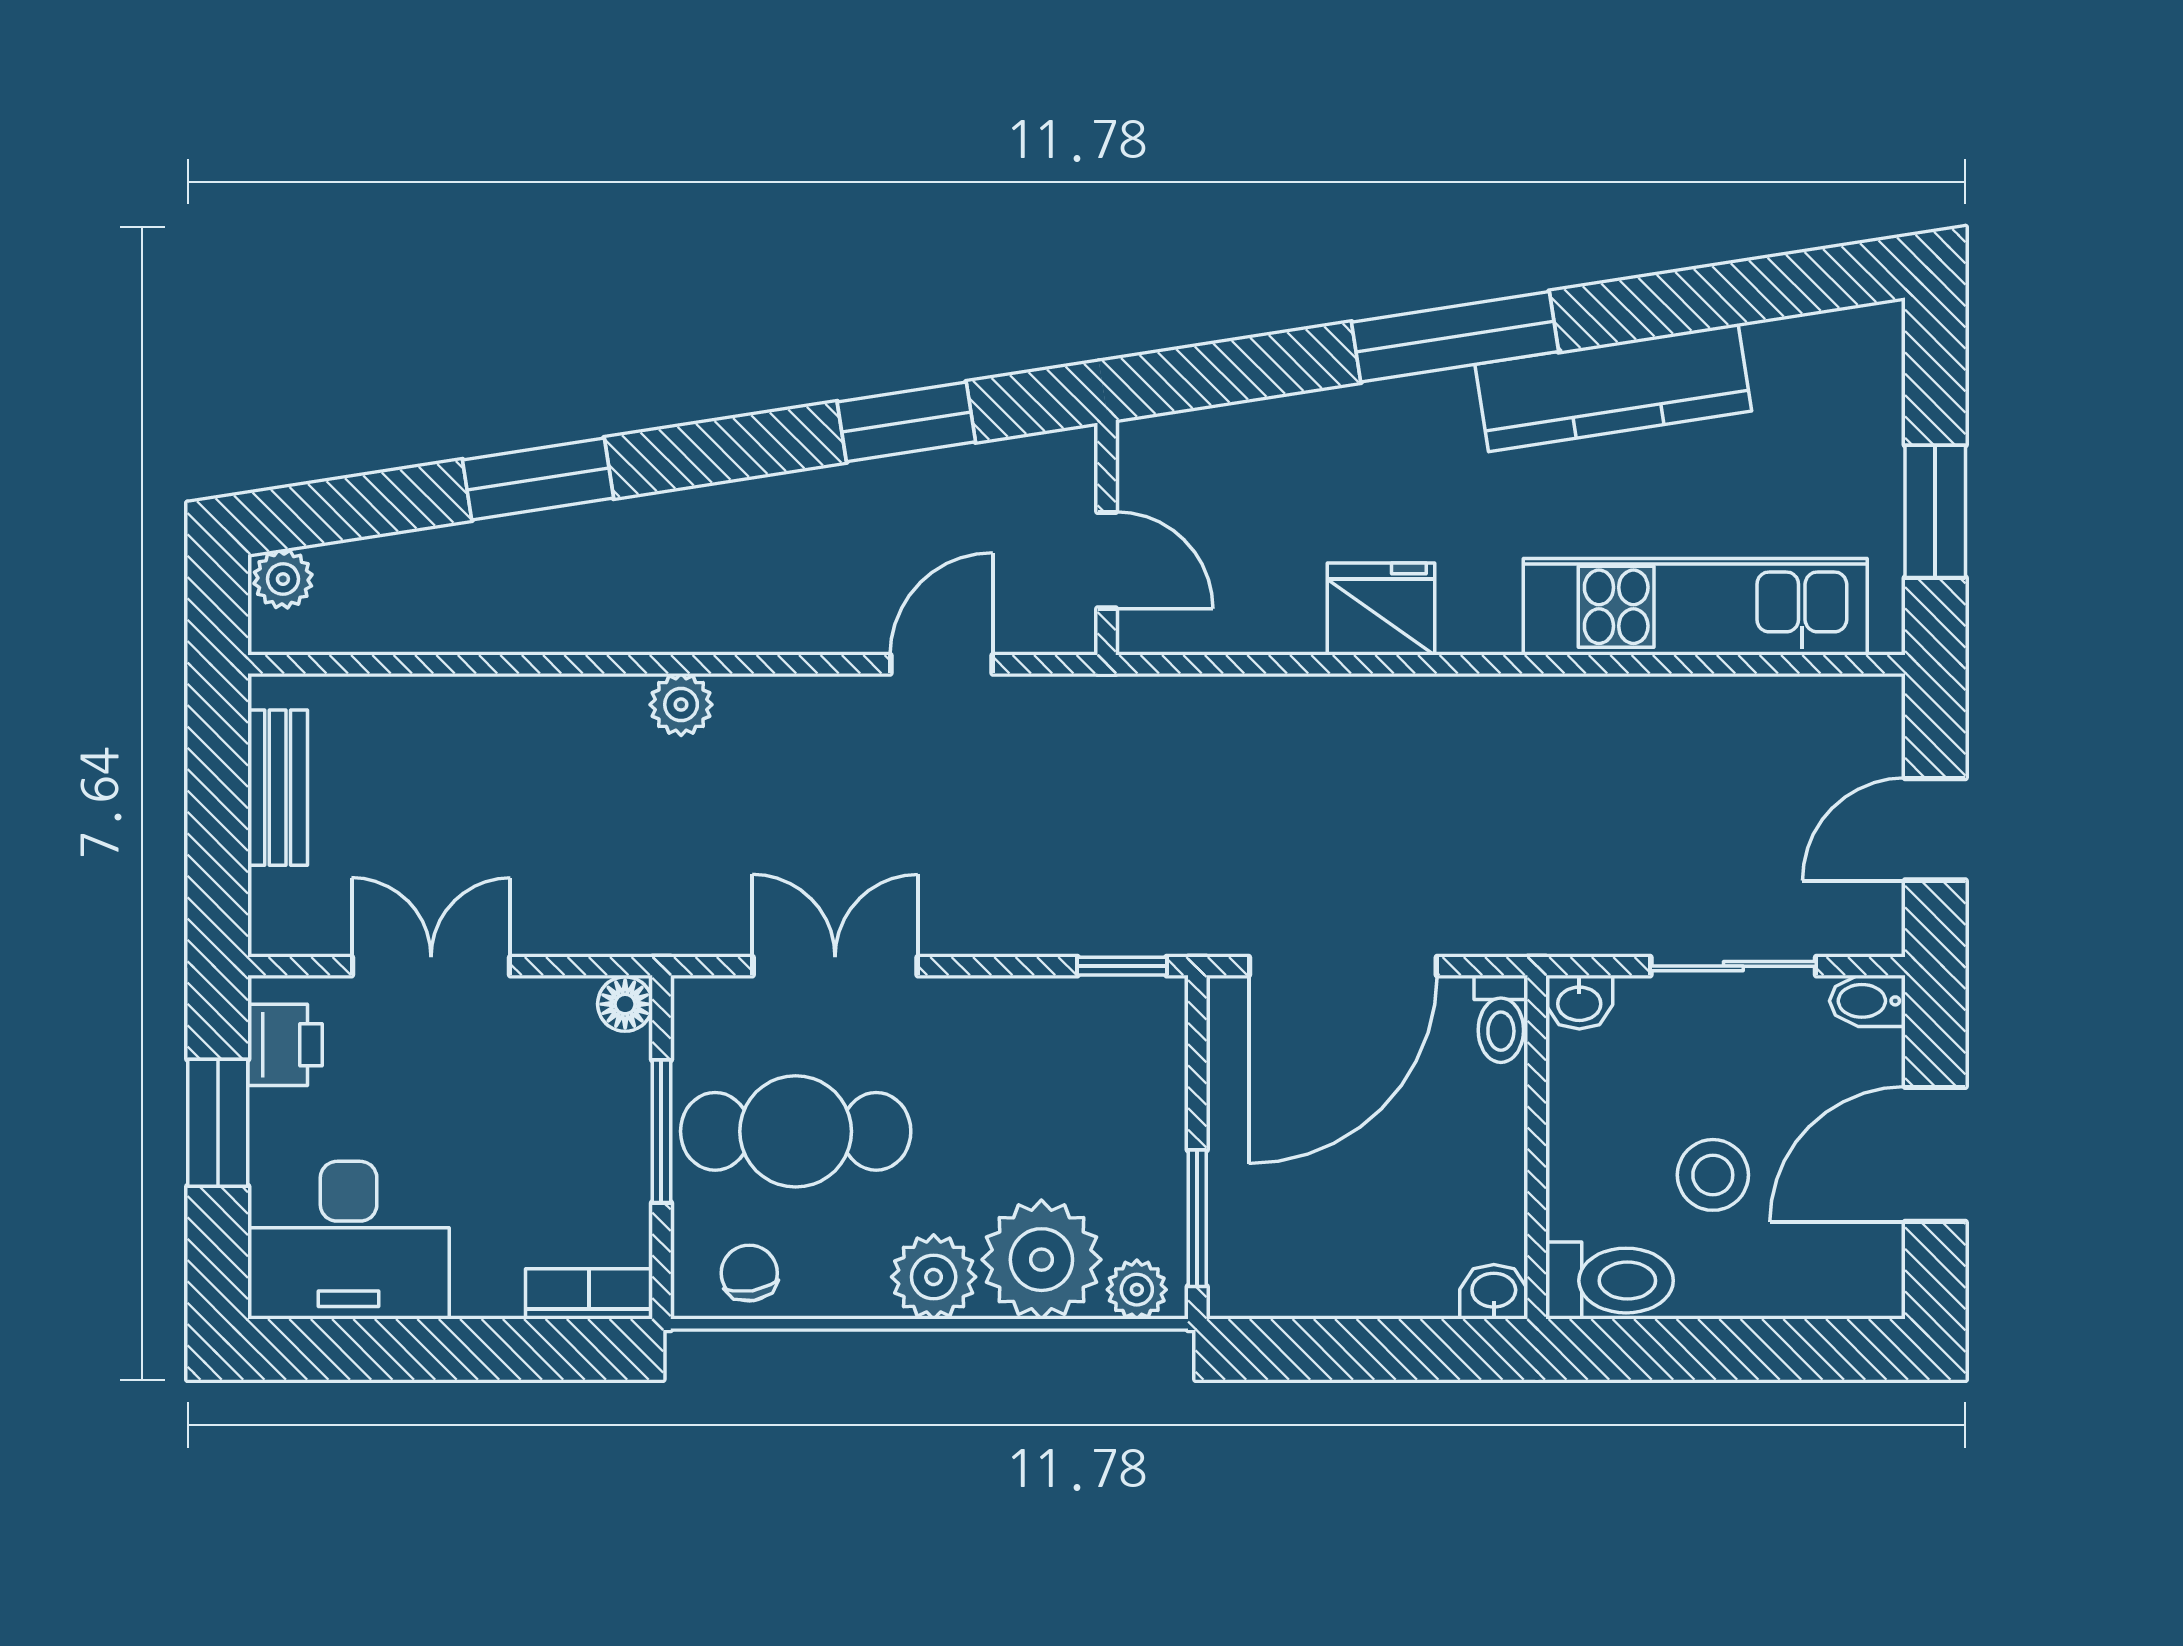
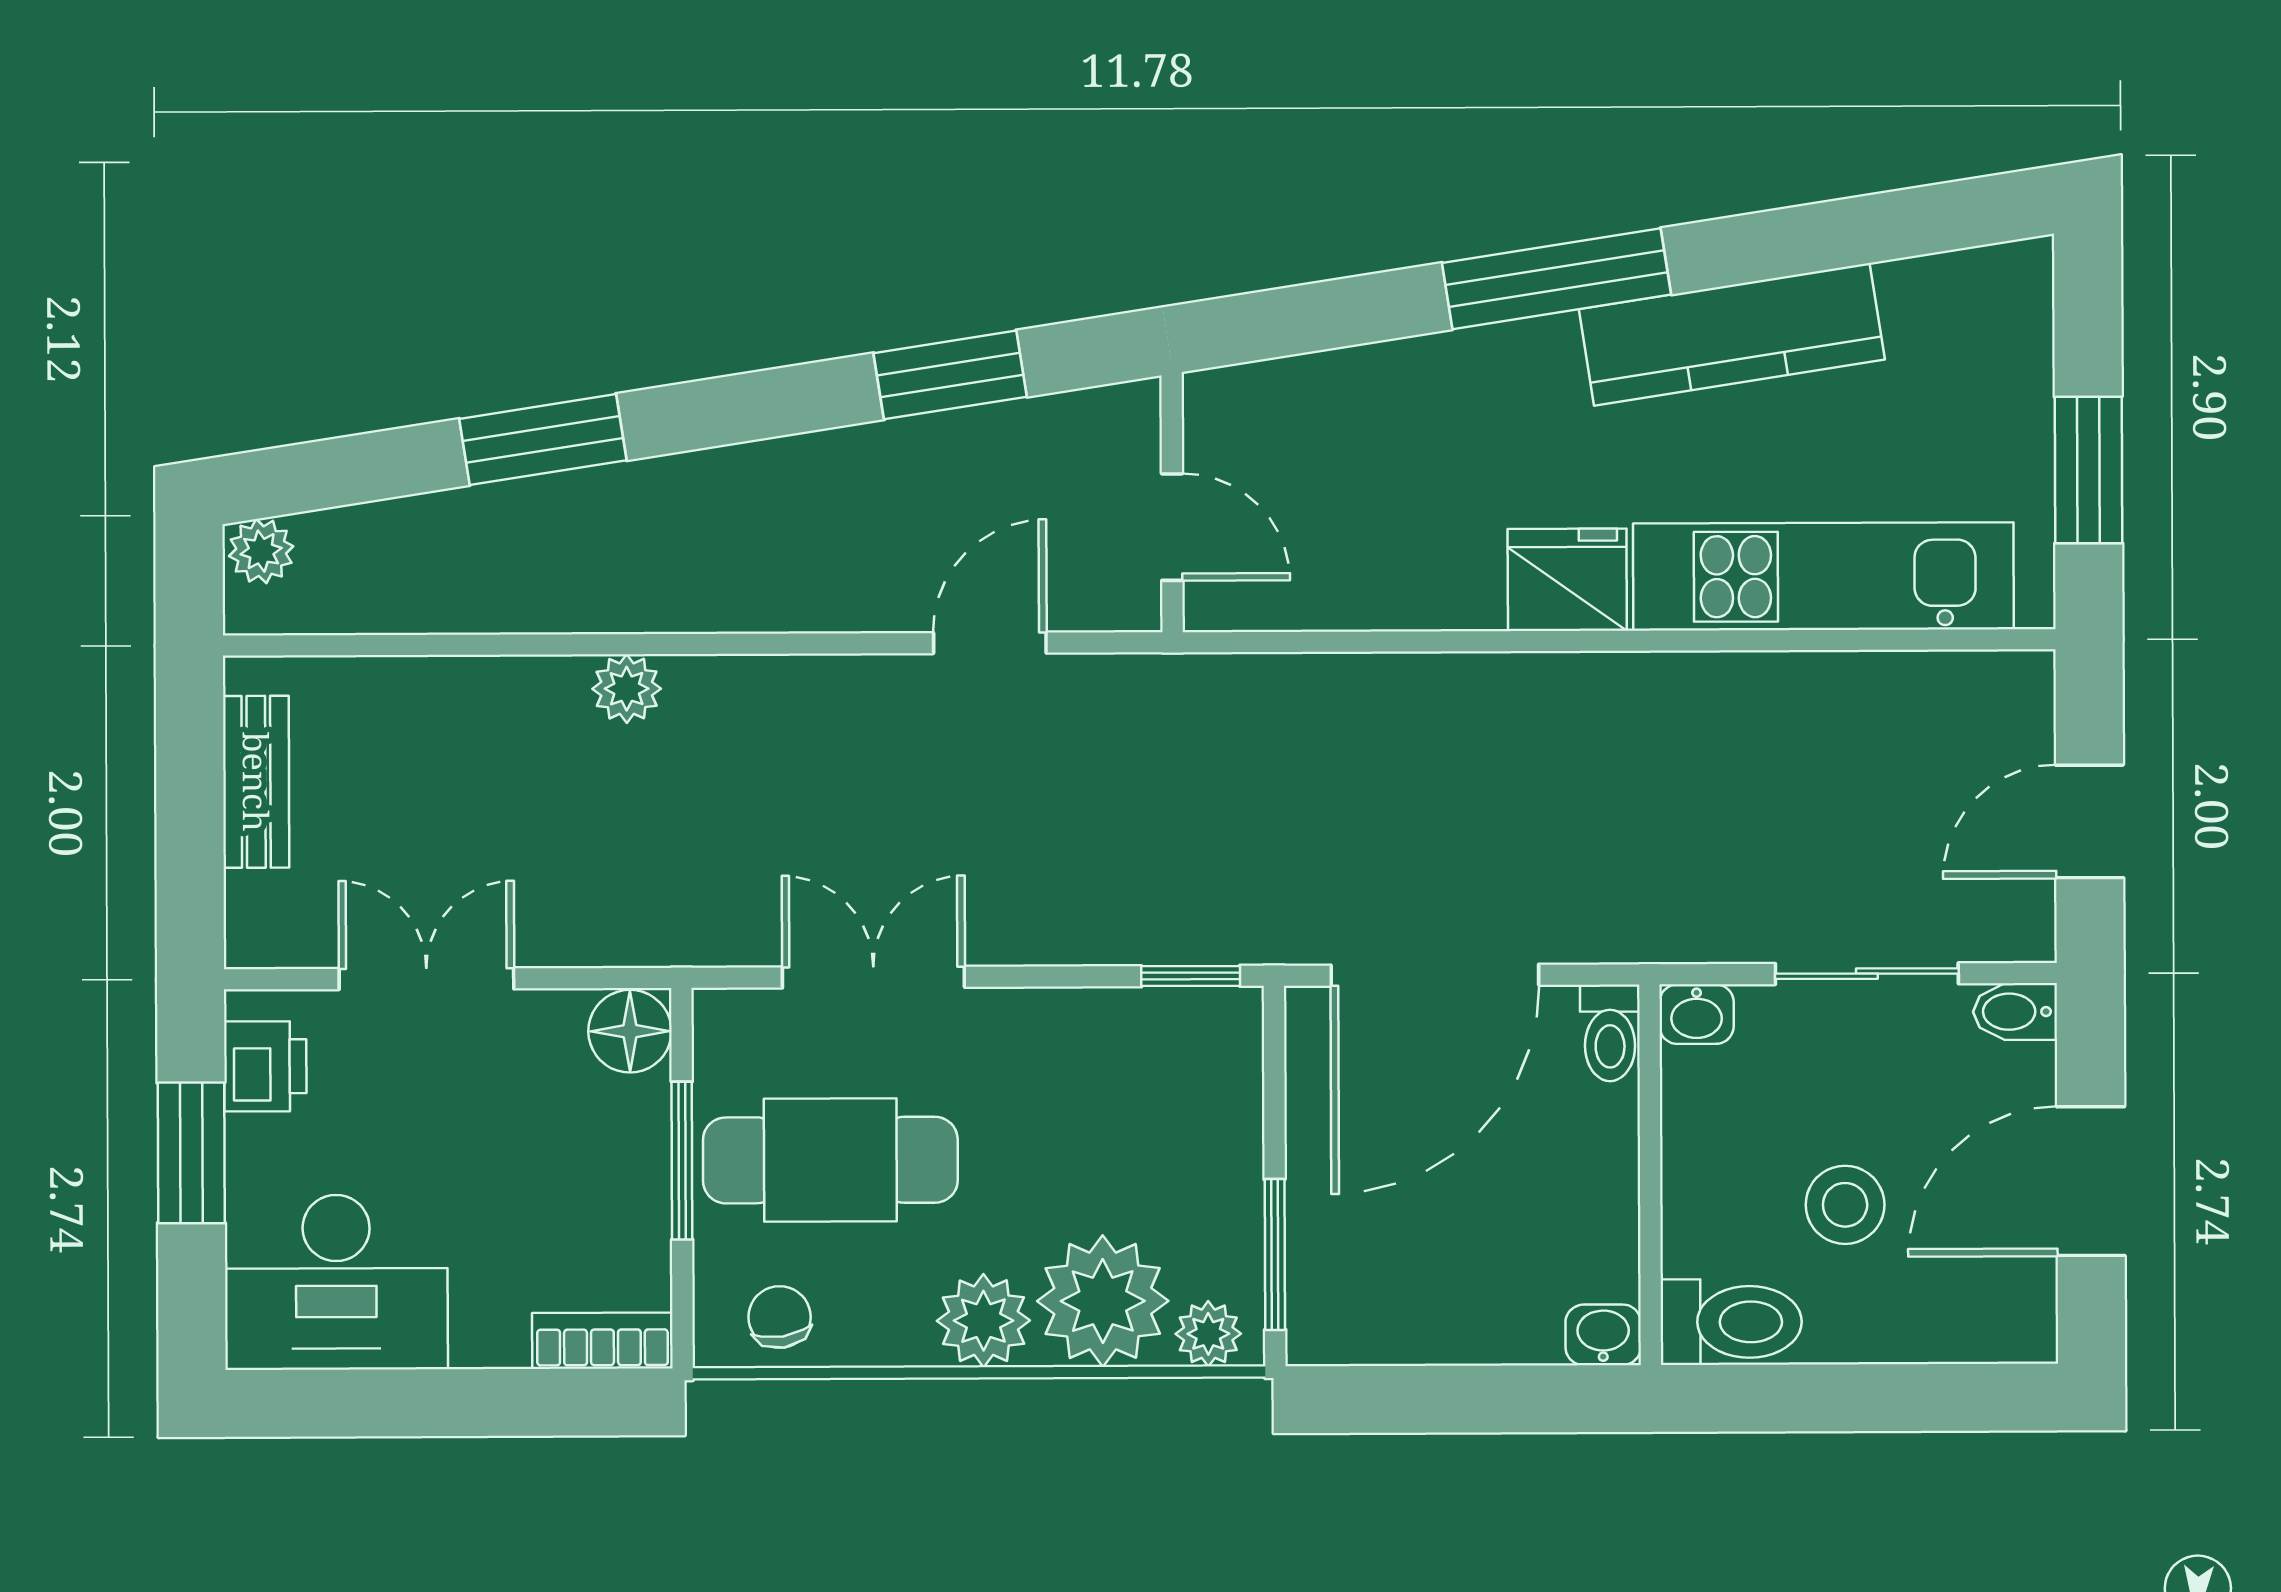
fridge: (1381, 609) -> (1567, 580), moved
plant: (681, 705) -> (627, 689), moved
floor lamp: (625, 1004) -> (630, 1031), width x1.37, depth x1.37

